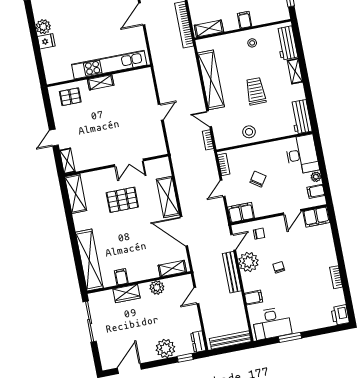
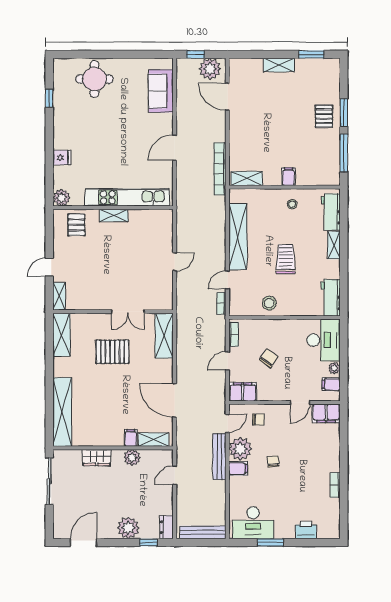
plant: (43, 27) -> (61, 198), moved
pallet: (70, 97) -> (76, 225), turned 90
door: (209, 119) -> (227, 280), hinge flipped
shelving: (168, 197) -> (164, 336), moved
filing cabinet: (121, 277) -> (131, 438), moved
filing cabinet: (253, 298) -> (238, 469), moved
printer: (340, 315) -> (306, 530), moved, turned 90

